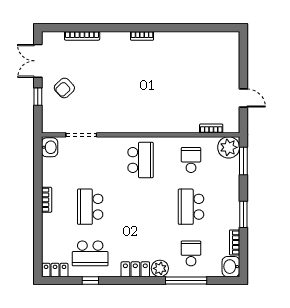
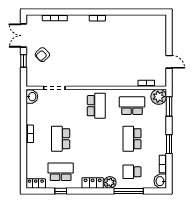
school desk: (191, 160) -> (132, 106), width x1.85
school desk: (90, 253) -> (61, 172), turned 180
school desk: (191, 253) -> (132, 172), turned -90

